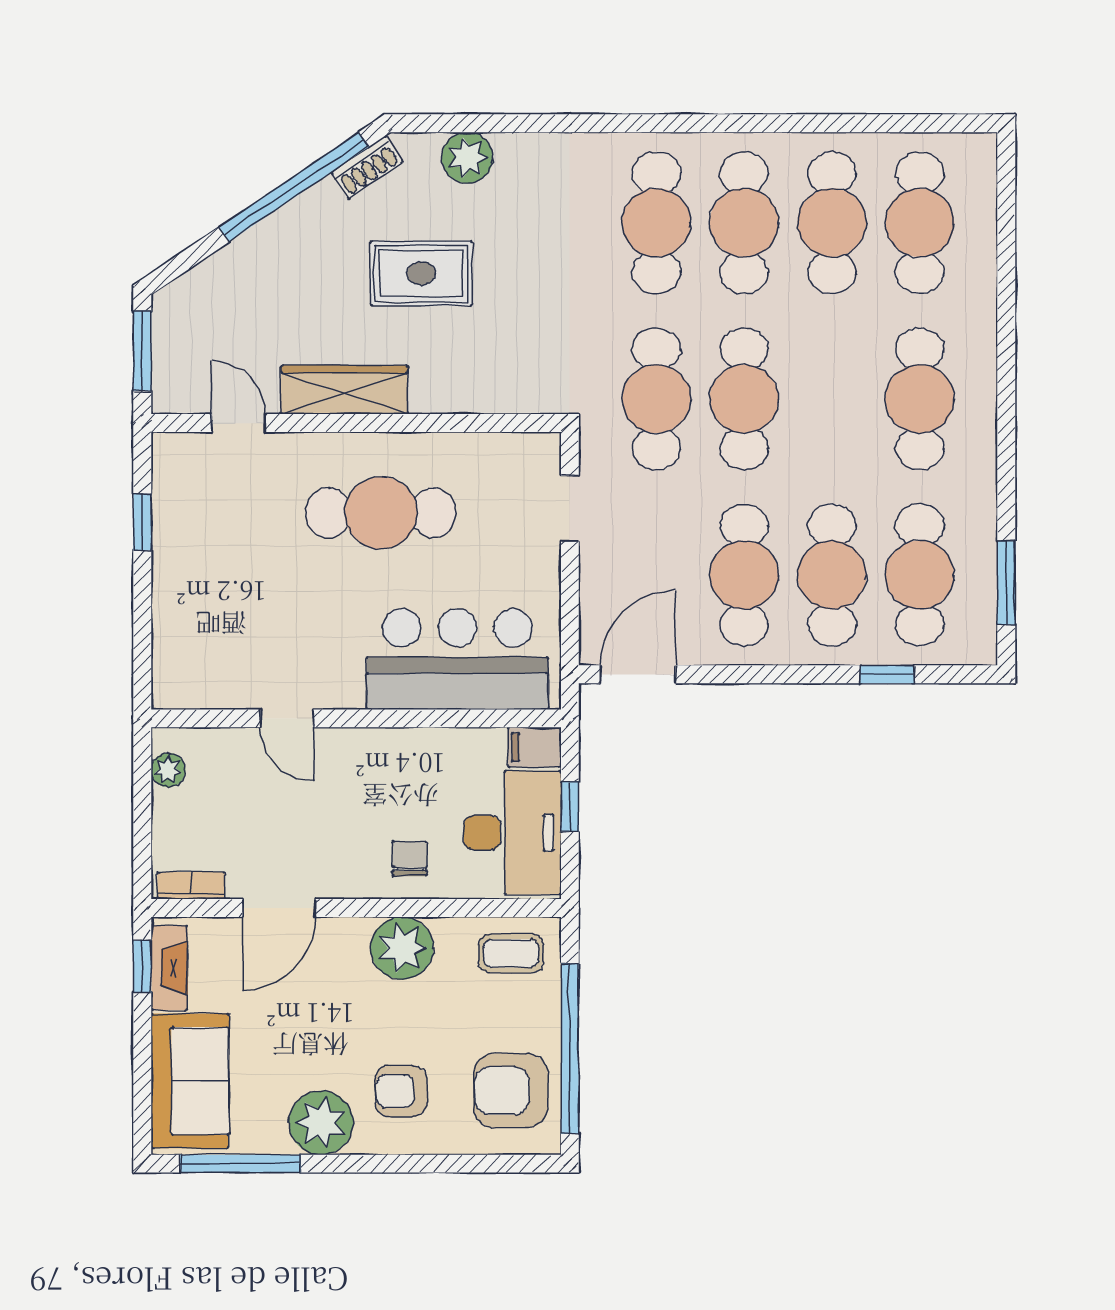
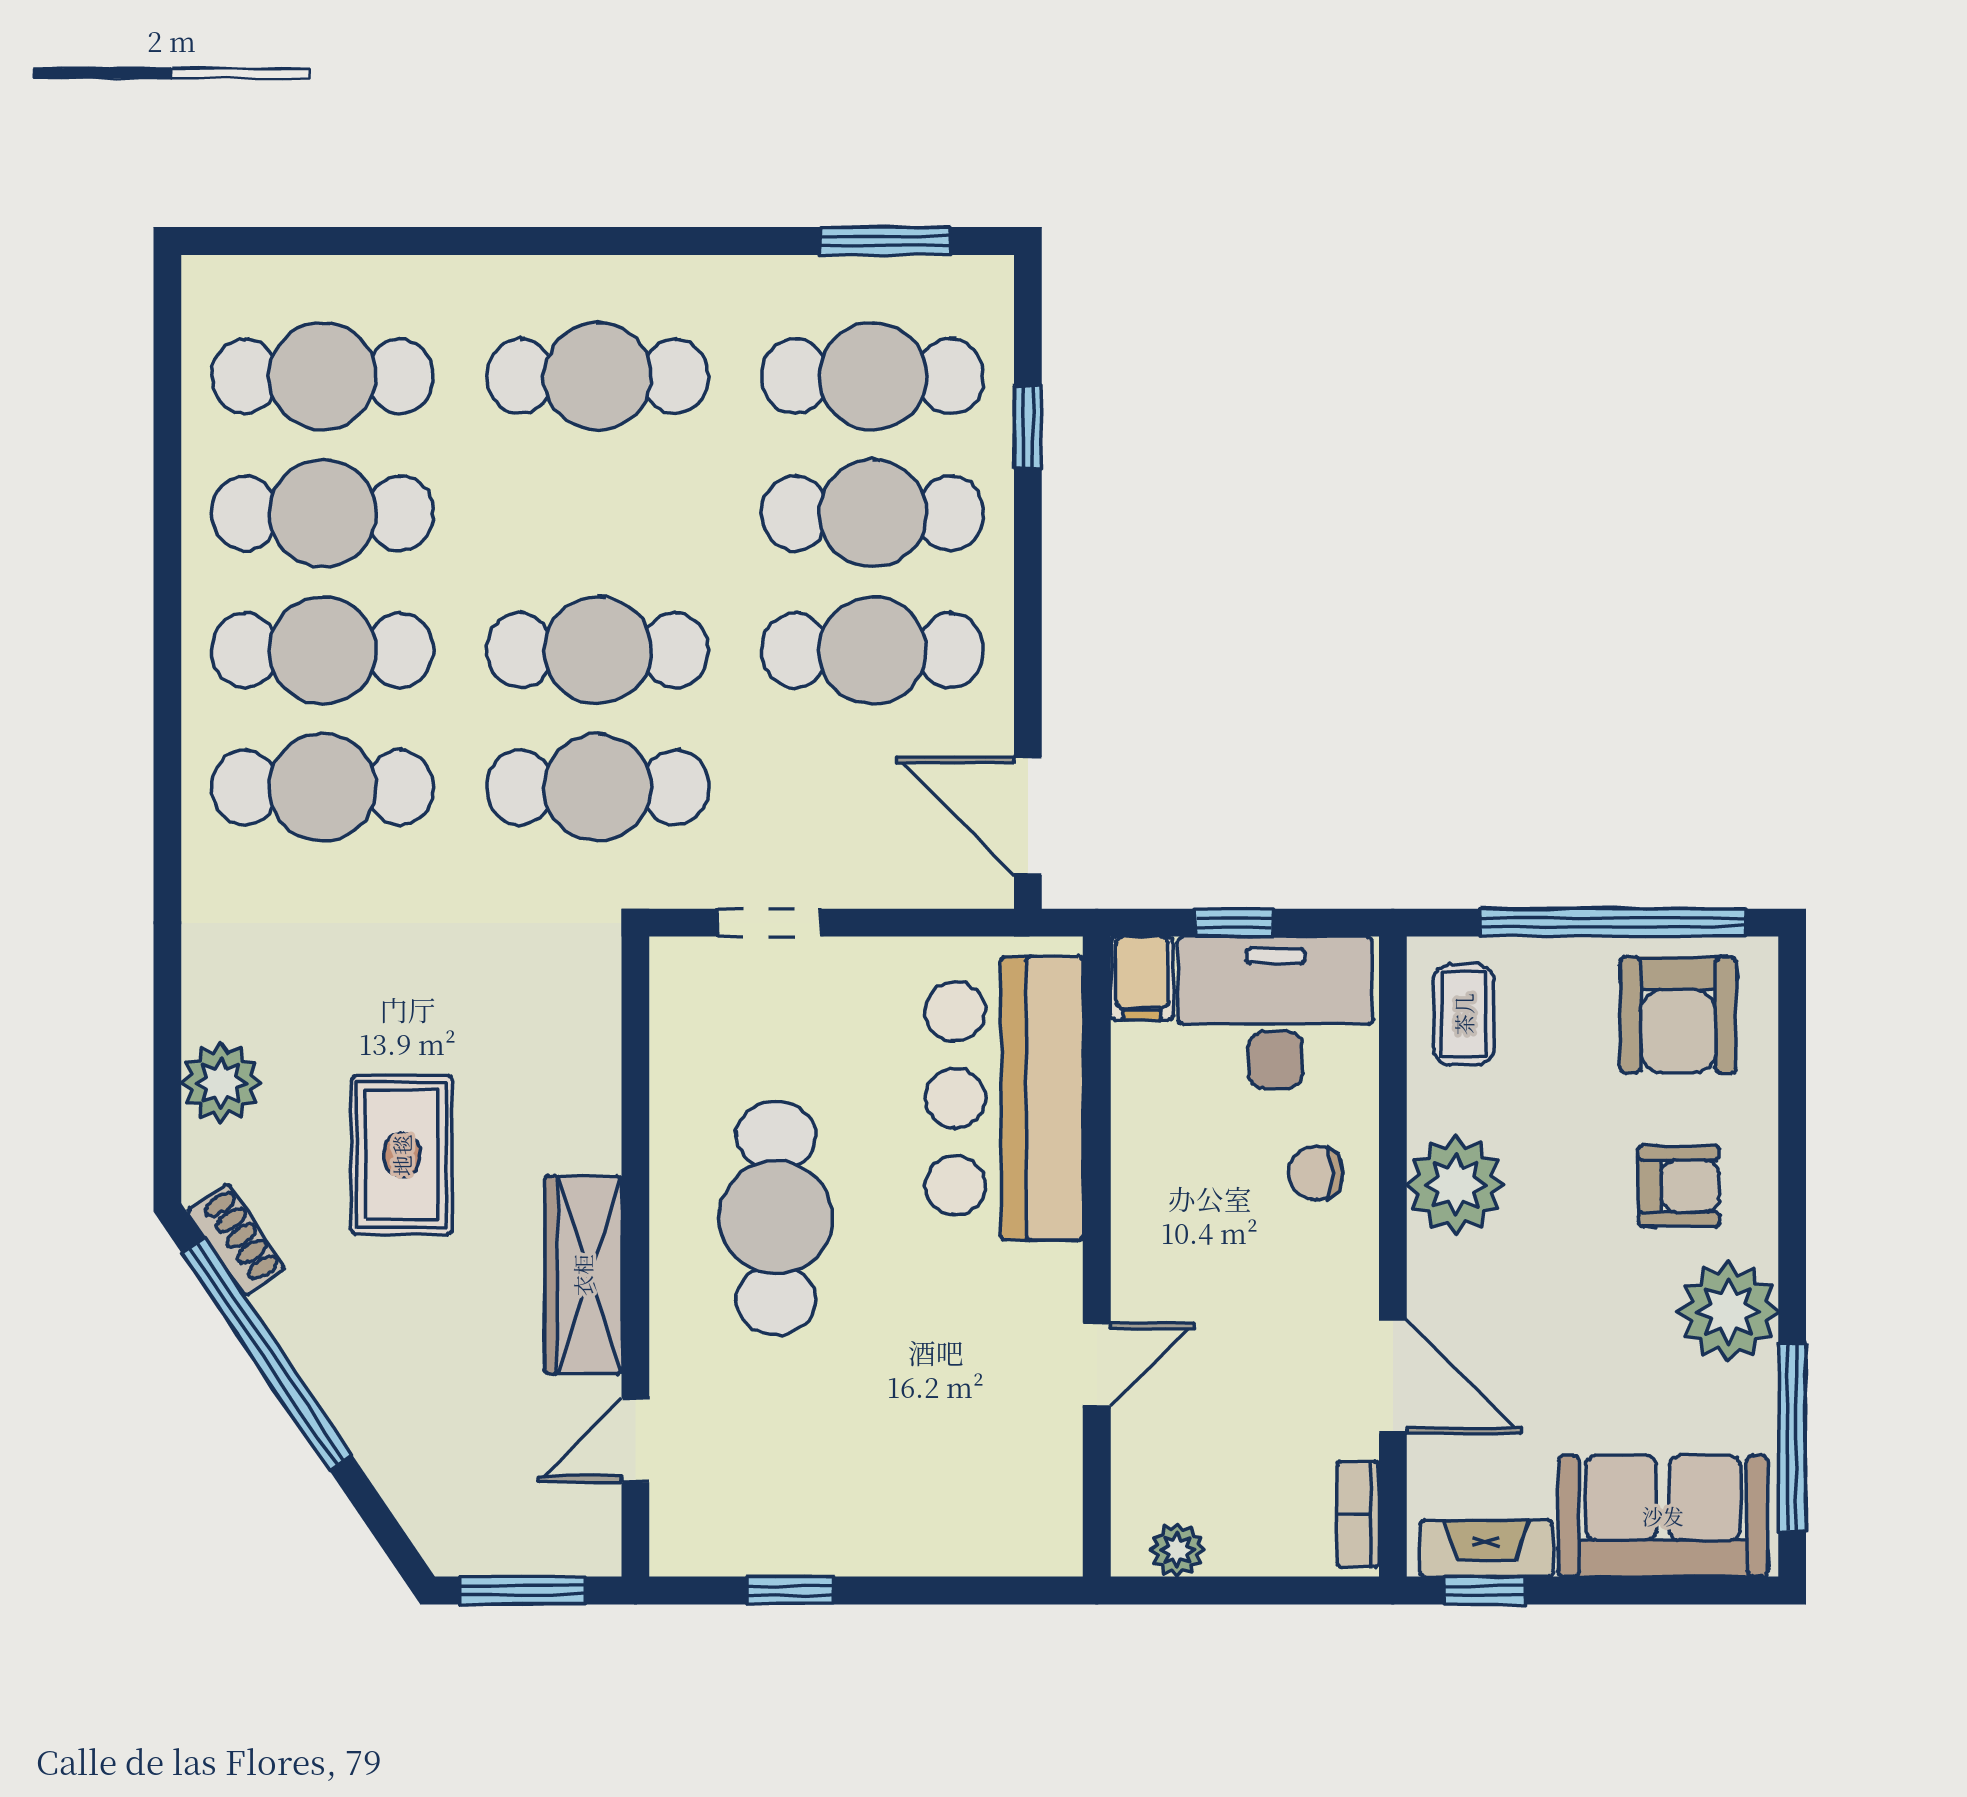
armchair: (401, 1091) -> (1679, 1186), turned -90

